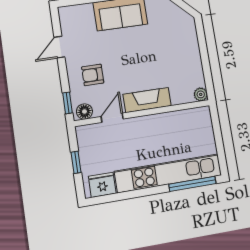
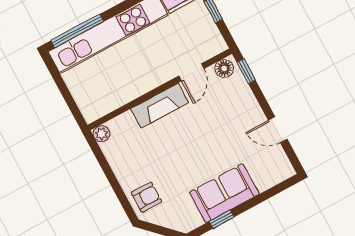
door: (59, 47) -> (278, 130), swing flipped
armchair: (93, 75) -> (146, 197), moved

